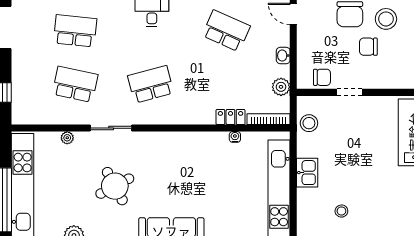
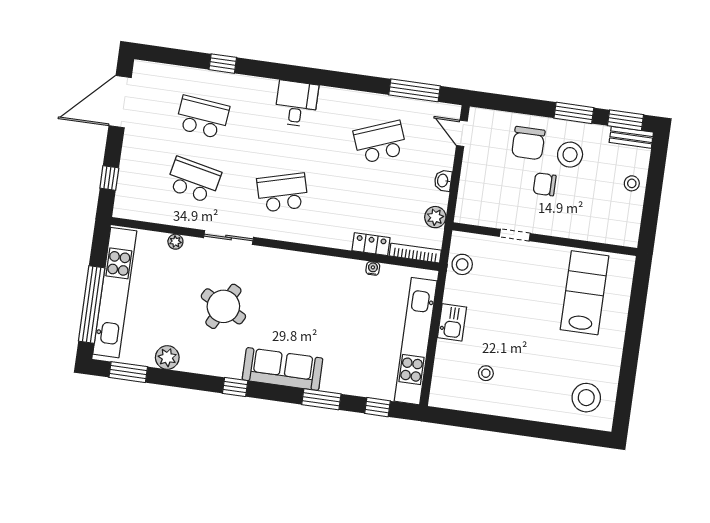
school desk: (226, 31) -> (380, 142), turned -45
chair: (322, 77) -> (485, 213), removed
round table: (115, 186) -> (223, 306), turned -35

